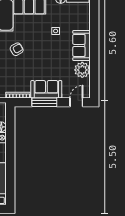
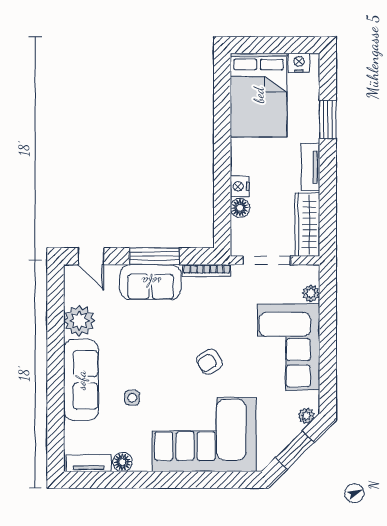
sofa: (81, 45) -> (81, 380), width x1.36
door: (76, 102) -> (91, 256), hinge flipped

